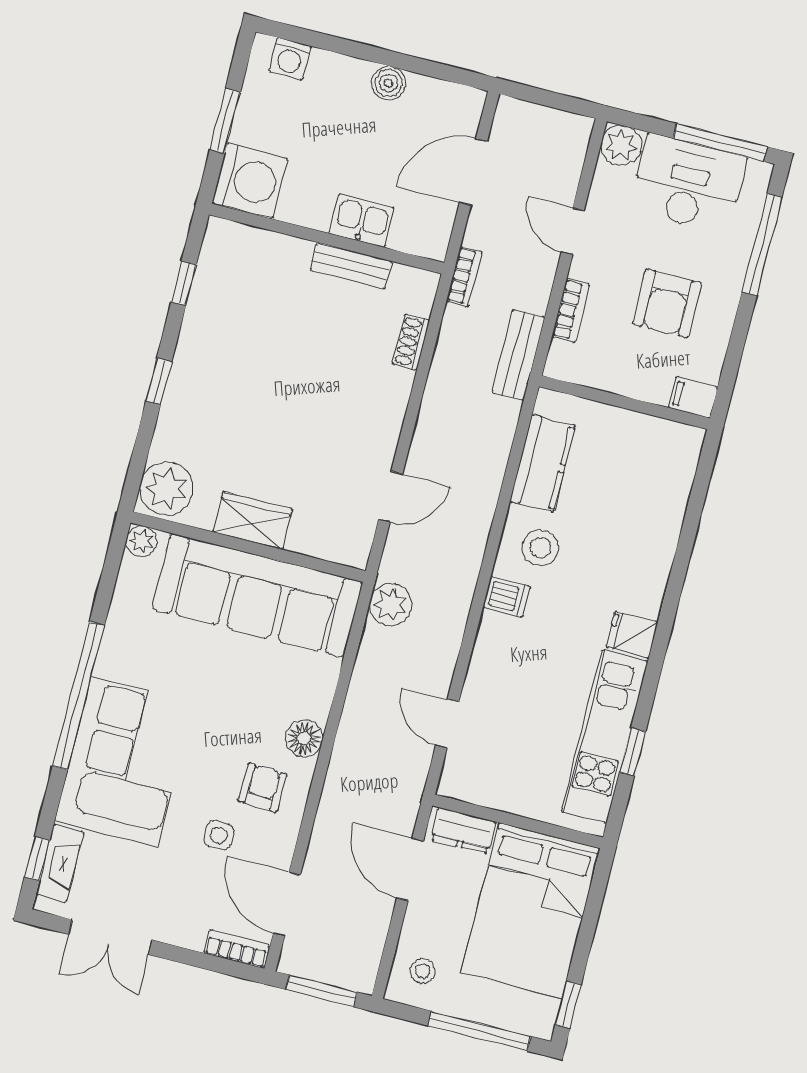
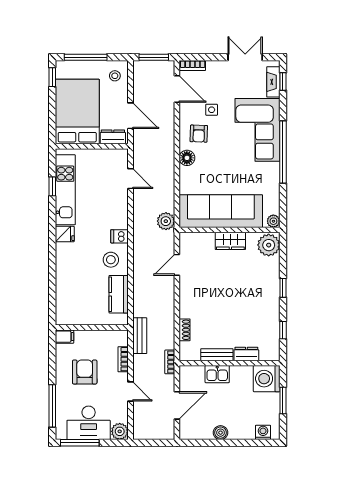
dresser: (282, 250) -> (246, 354), added

